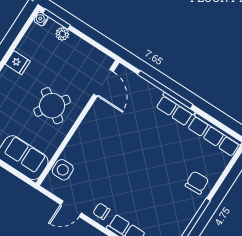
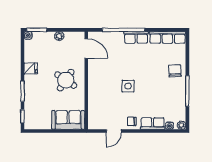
plant: (62, 34) -> (59, 36), moved
side table: (63, 170) -> (128, 86), moved

